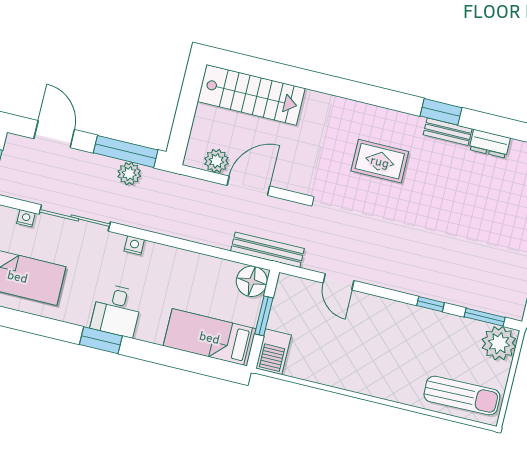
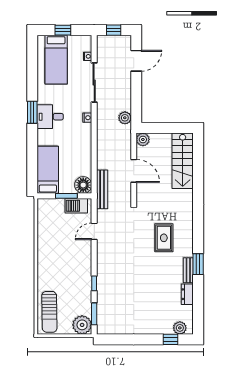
window: (126, 151) -> (136, 101), removed
plant: (216, 161) -> (143, 139), moved
plant: (129, 174) -> (125, 118), moved
barbecue: (274, 352) -> (76, 206), moved

